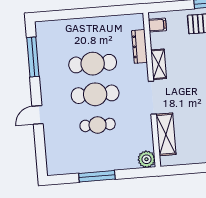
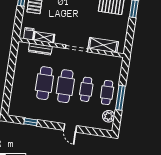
window: (33, 57) -> (31, 122), width x0.46
shelving: (159, 64) -> (44, 37), moved
cafe table: (100, 156) -> (107, 93), added
plant: (146, 159) -> (109, 116), moved

